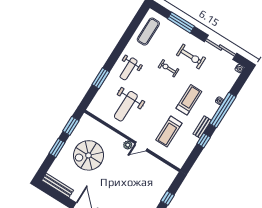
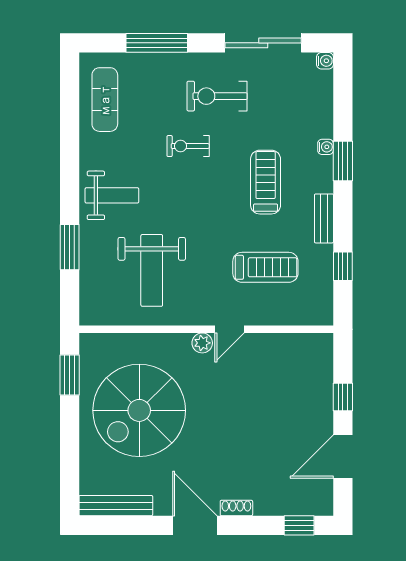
exercise bike: (191, 57) -> (217, 96), turned 180
weight bench: (129, 69) -> (112, 195), turned -90
window: (223, 110) -> (343, 161), width x0.47
treadmill: (169, 132) -> (265, 267), turned -90
window: (204, 140) -> (343, 266), moved
window: (57, 148) -> (70, 434), removed
spiral stairs: (88, 155) -> (139, 410), width x1.37, depth x1.37

